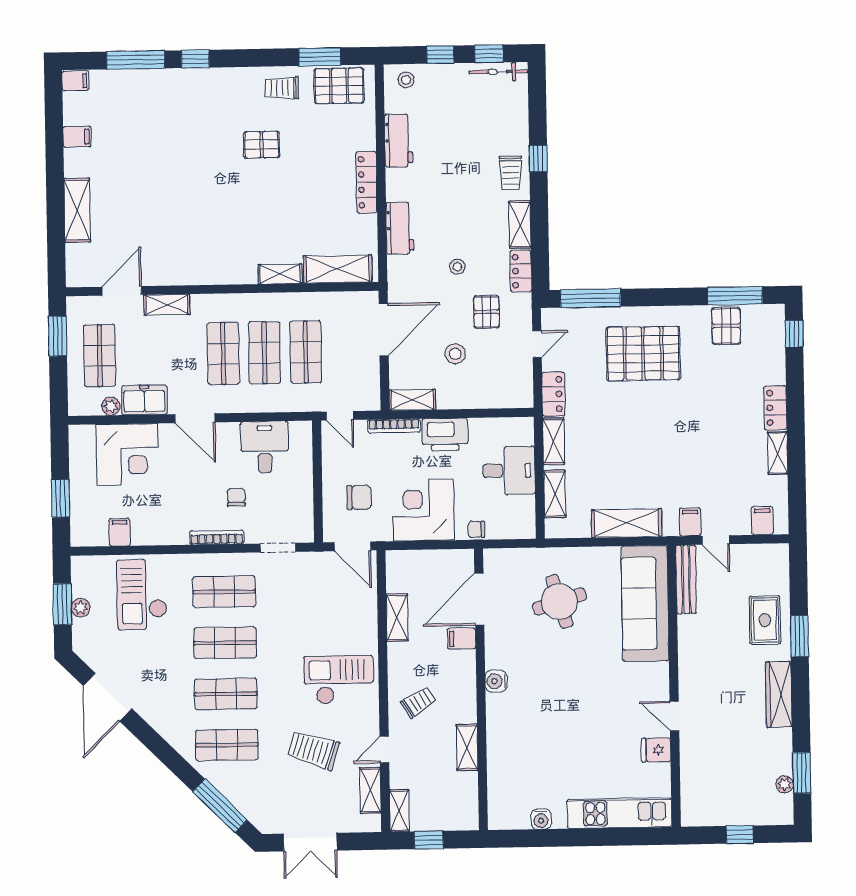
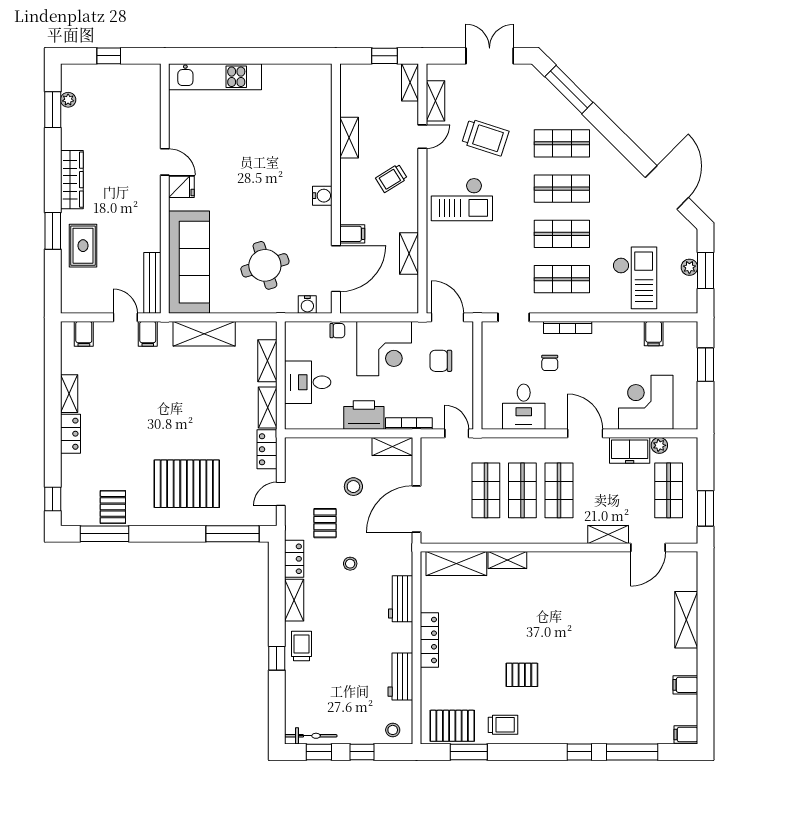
fridge: (656, 750) -> (181, 187), moved
water cooler: (541, 819) -> (307, 305), moved, turned 180

